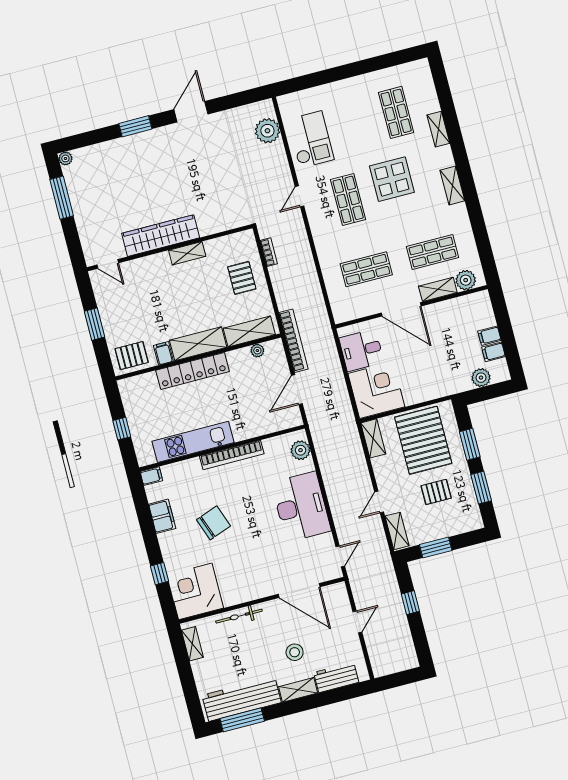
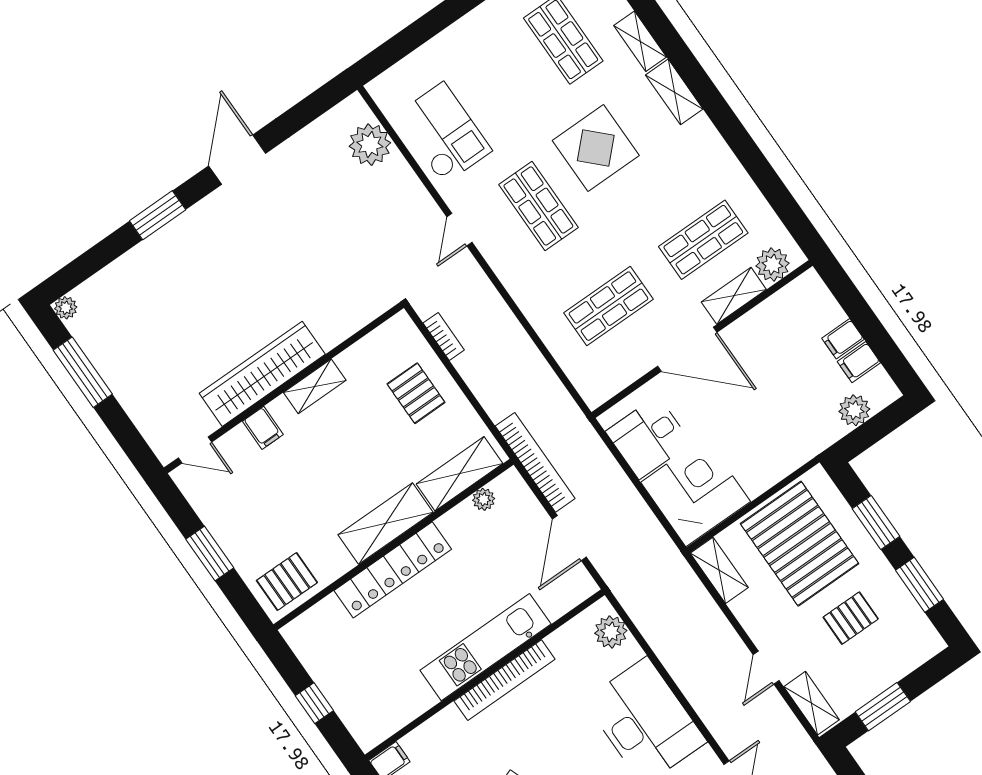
shelving: (452, 185) -> (674, 92), moved
filing cabinet: (163, 353) -> (263, 428), moved, turned 180
kitchen unit: (193, 442) -> (485, 647), moved

